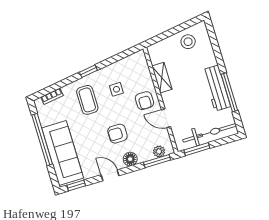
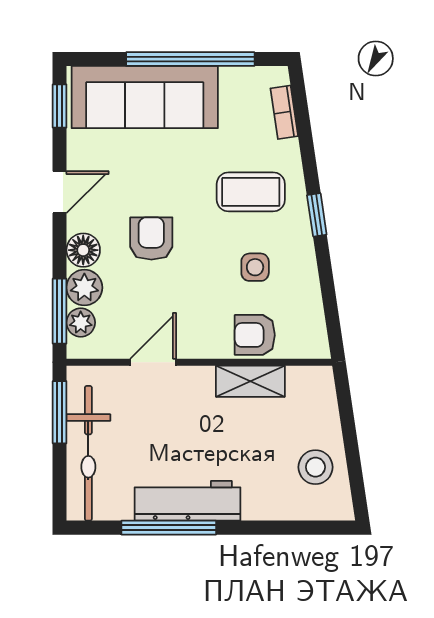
armchair: (144, 101) -> (255, 335), moved
plant: (145, 154) -> (84, 288), added

